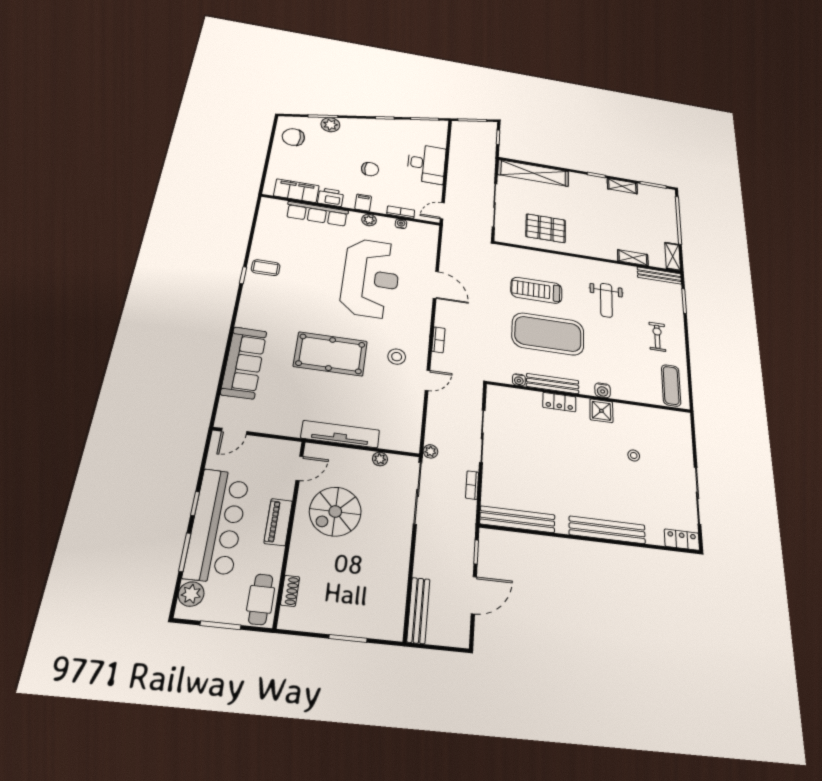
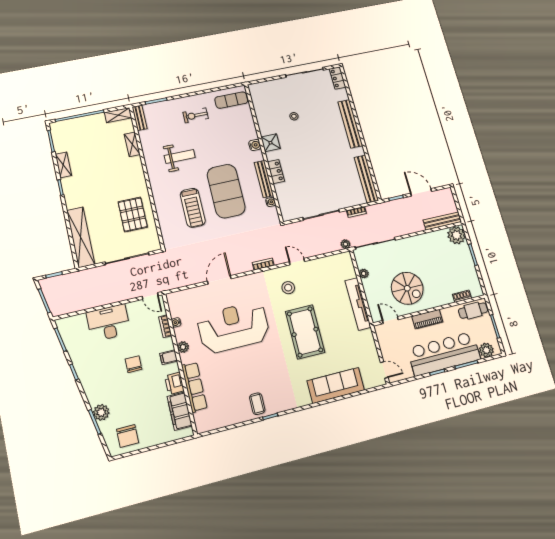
bench: (659, 276) -> (140, 118), width x0.73
plant: (388, 624) -> (456, 235), added

